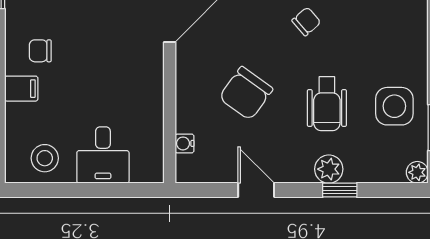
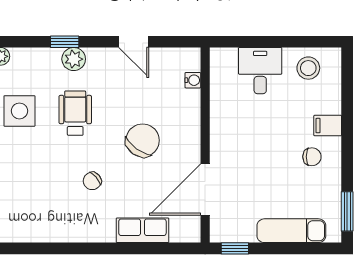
chair: (246, 93) -> (143, 140), moved

